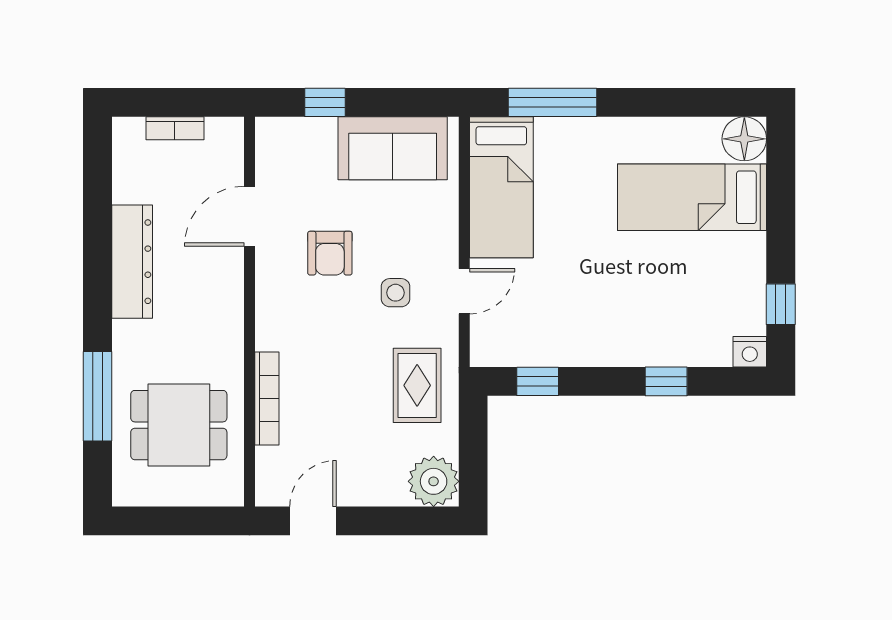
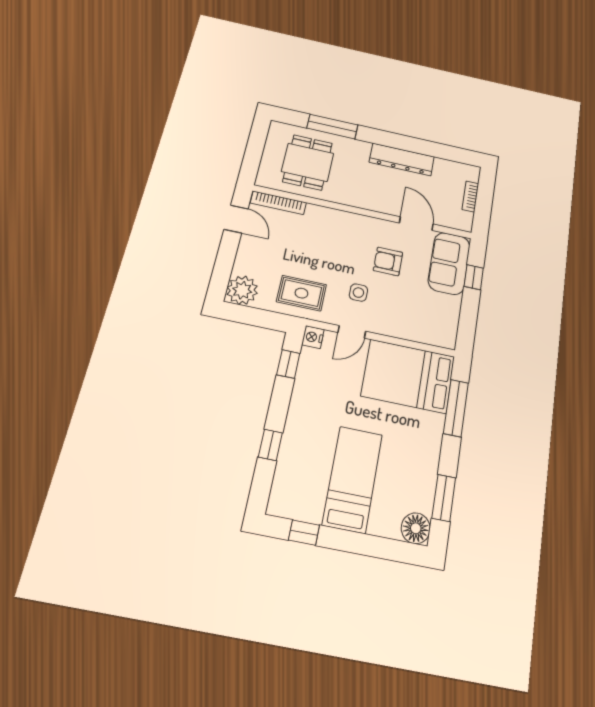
window: (693, 102) -> (444, 498), added
sofa: (393, 148) -> (449, 263), moved
bed: (501, 187) -> (408, 376), width x1.50
bed: (692, 197) -> (352, 479), moved
door: (464, 291) -> (352, 332), hinge flipped
nightstand: (750, 352) -> (313, 337), moved
bookcase: (267, 399) -> (278, 203), moved

